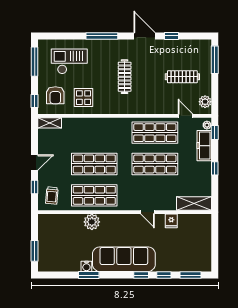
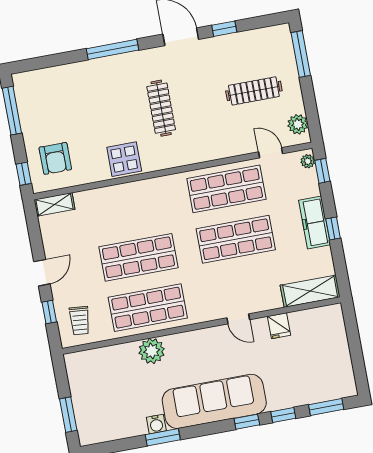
checkout: (69, 61) -> (68, 100), removed
display table: (83, 98) -> (124, 159), moved
freezer: (204, 146) -> (315, 223), moved

